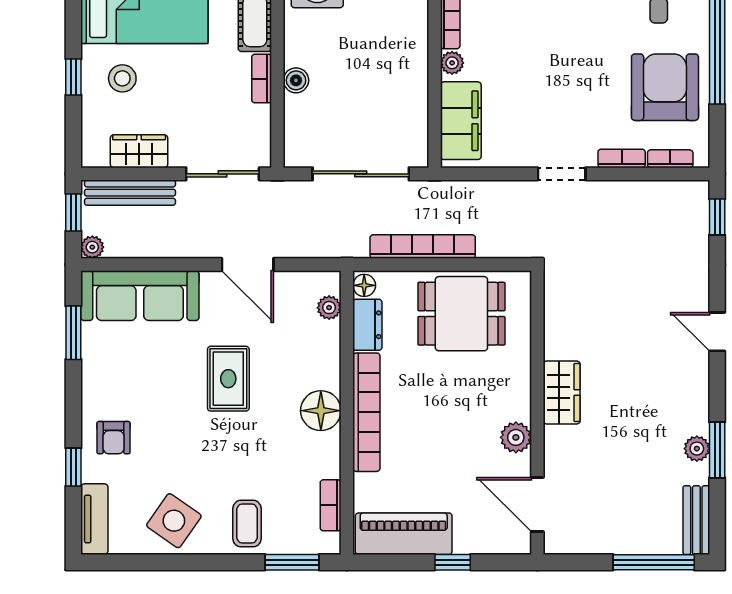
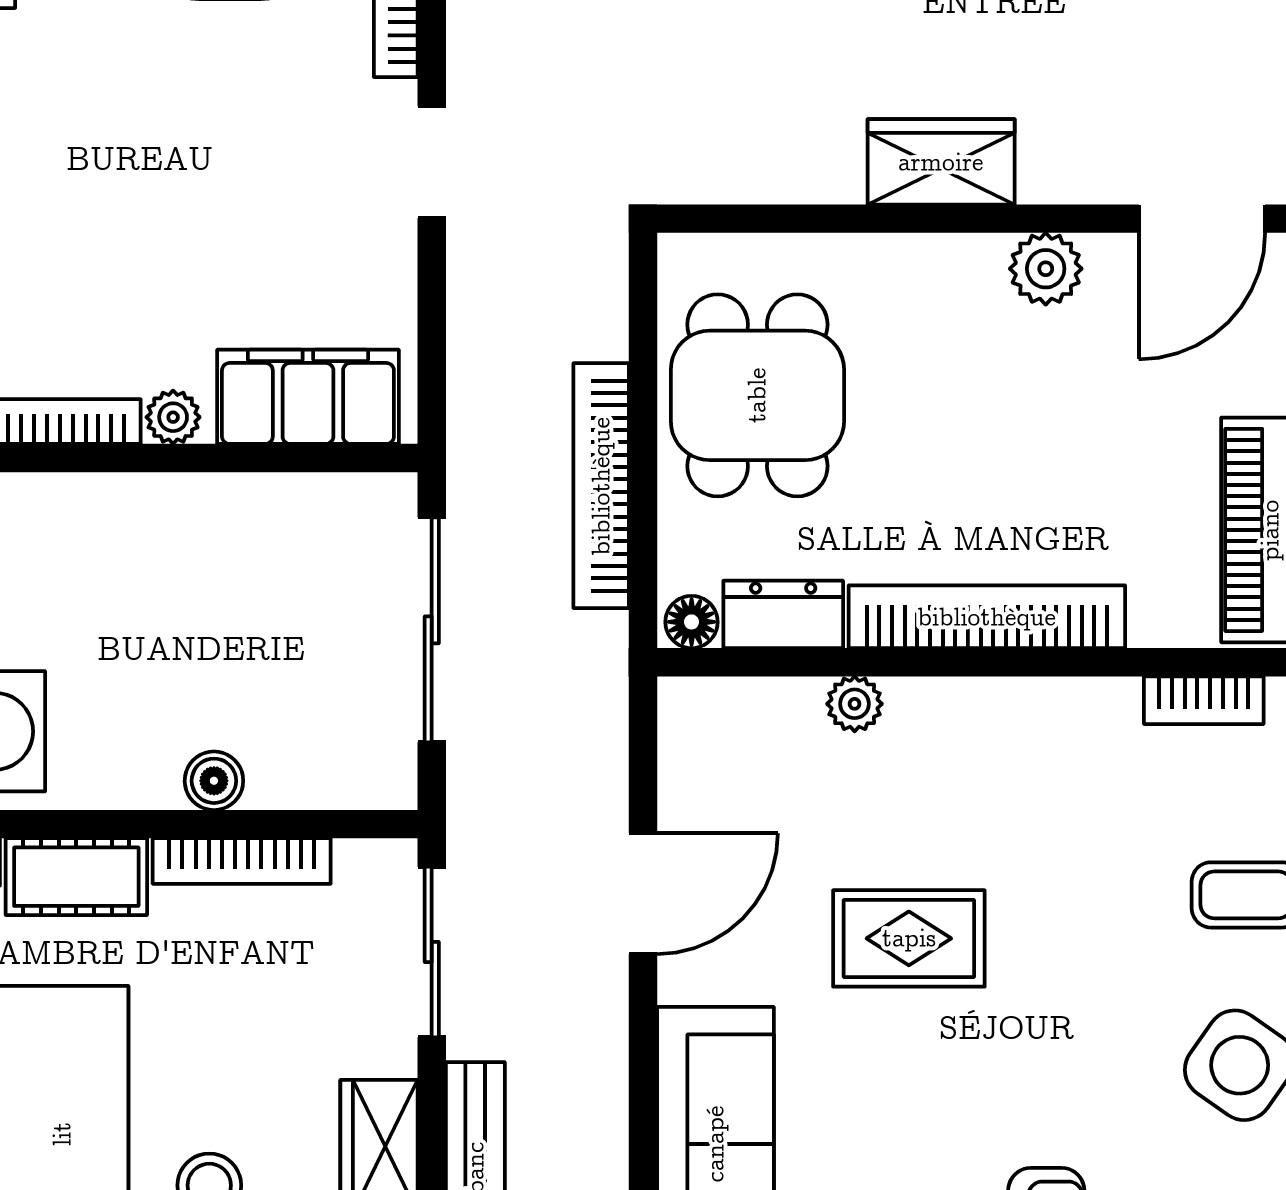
bookcase: (262, 79) -> (242, 861), width x1.56
plant: (329, 308) -> (855, 704), moved
floor lamp: (321, 411) -> (983, 723), removed

